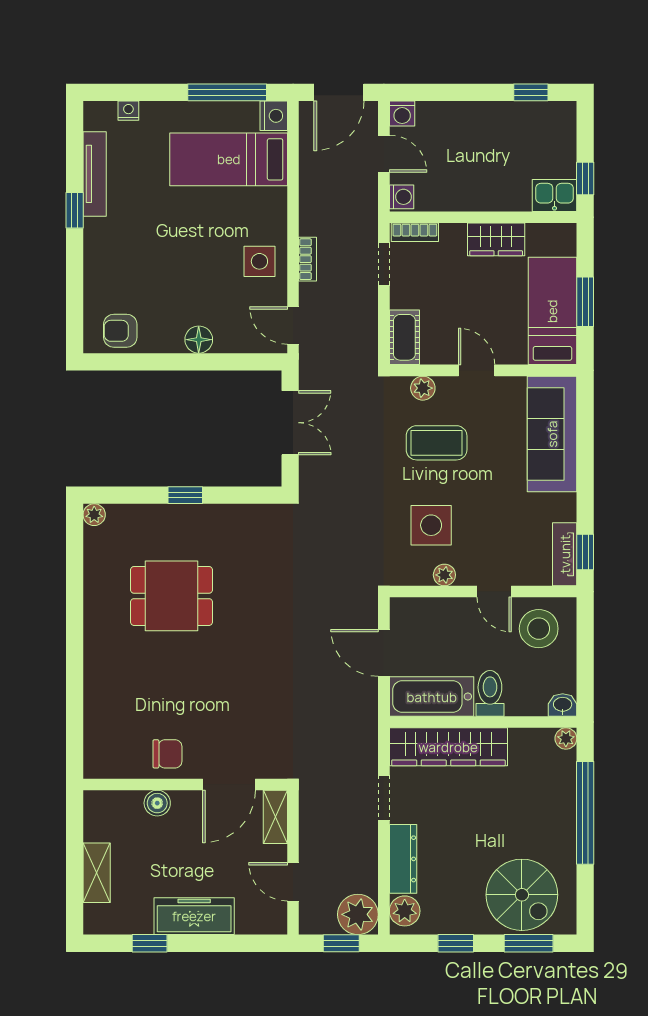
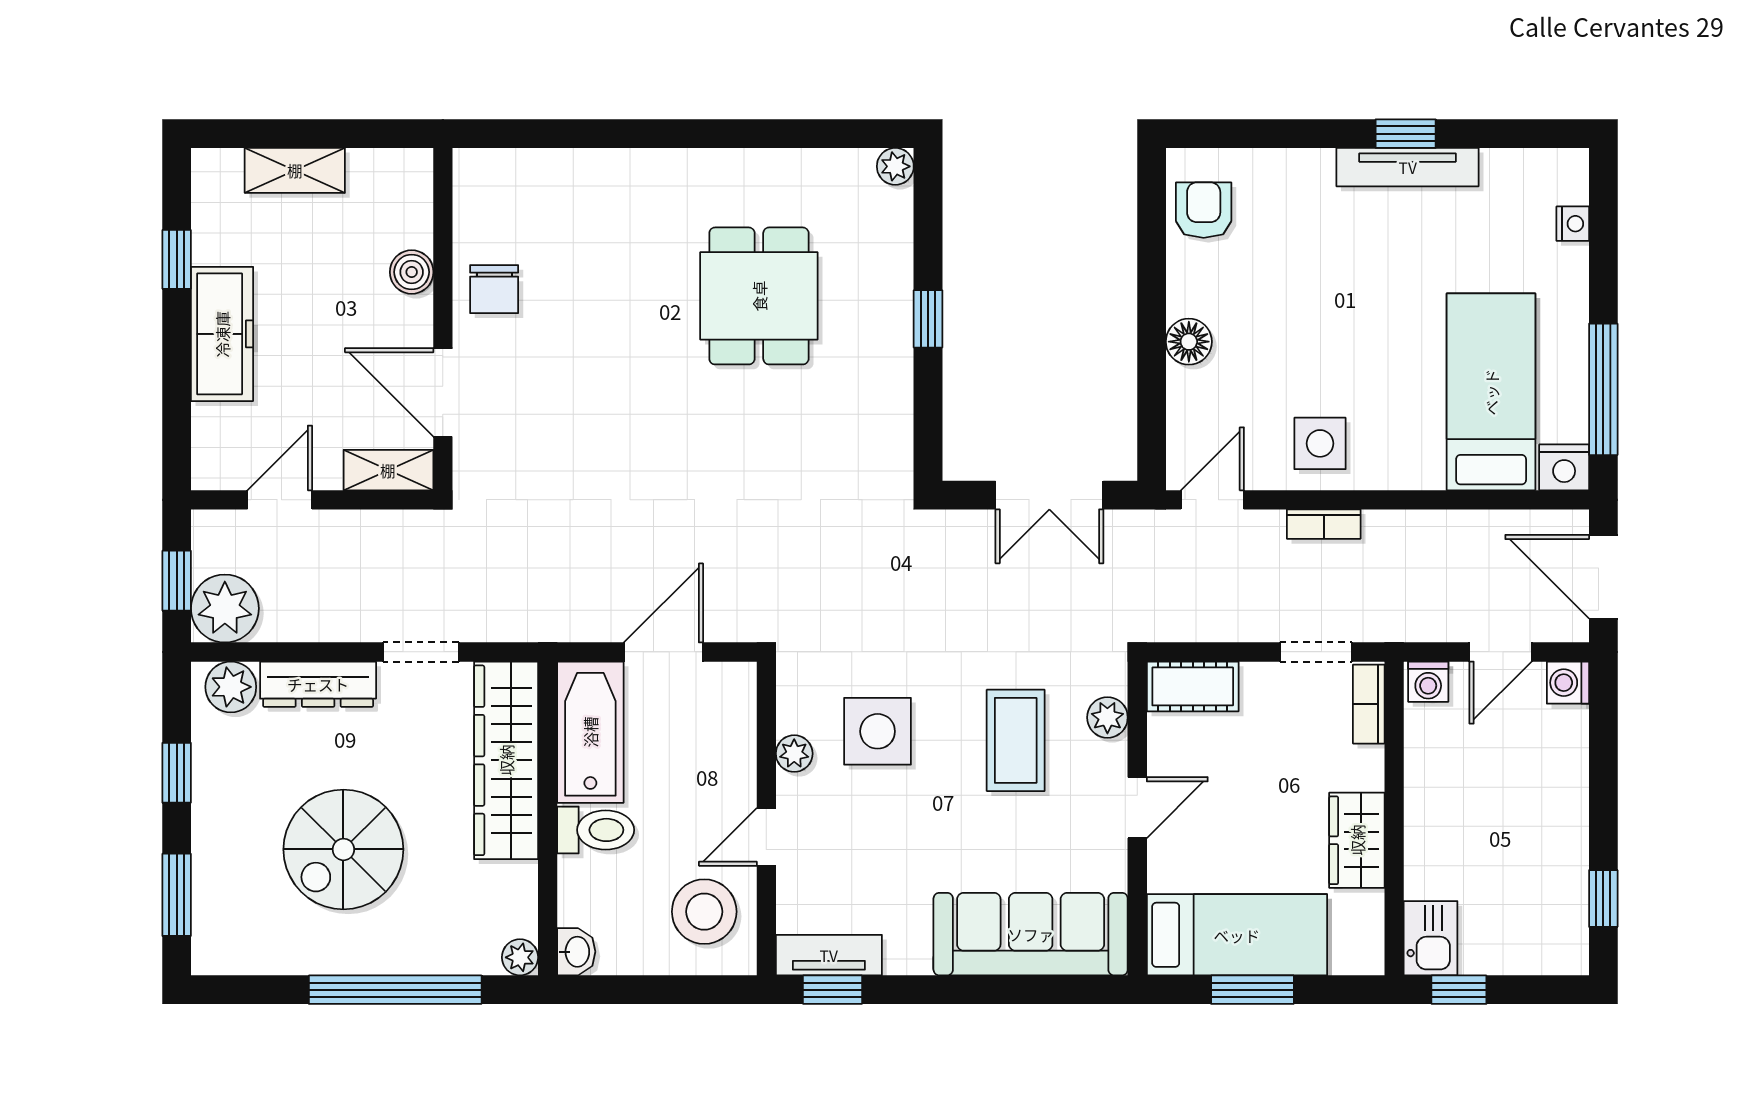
tv unit: (95, 174) -> (1408, 167), moved
spiral stairs: (522, 895) -> (343, 849), moved

